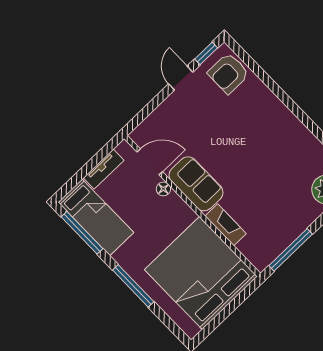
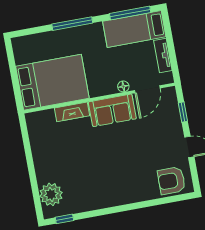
window: (206, 53) -> (183, 112), moved
armchair: (228, 73) -> (171, 181), turned -90
window: (291, 250) -> (27, 144), removed
bed: (201, 273) -> (52, 82), width x0.73

